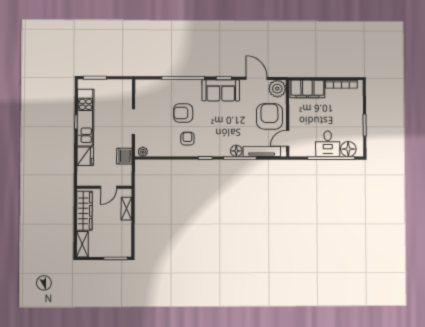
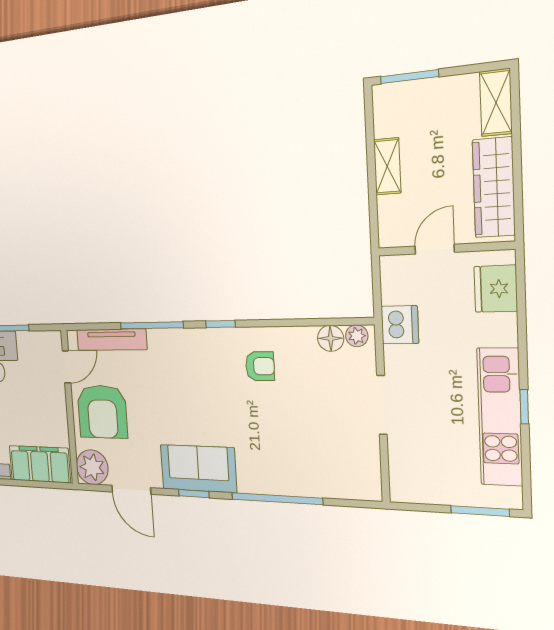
armchair: (183, 113) -> (272, 422), removed
armchair: (187, 139) -> (260, 366), turned -90
floor lamp: (236, 151) -> (331, 338), moved
fridge: (85, 156) -> (496, 289), moved
shelving: (126, 209) -> (387, 166), moved

